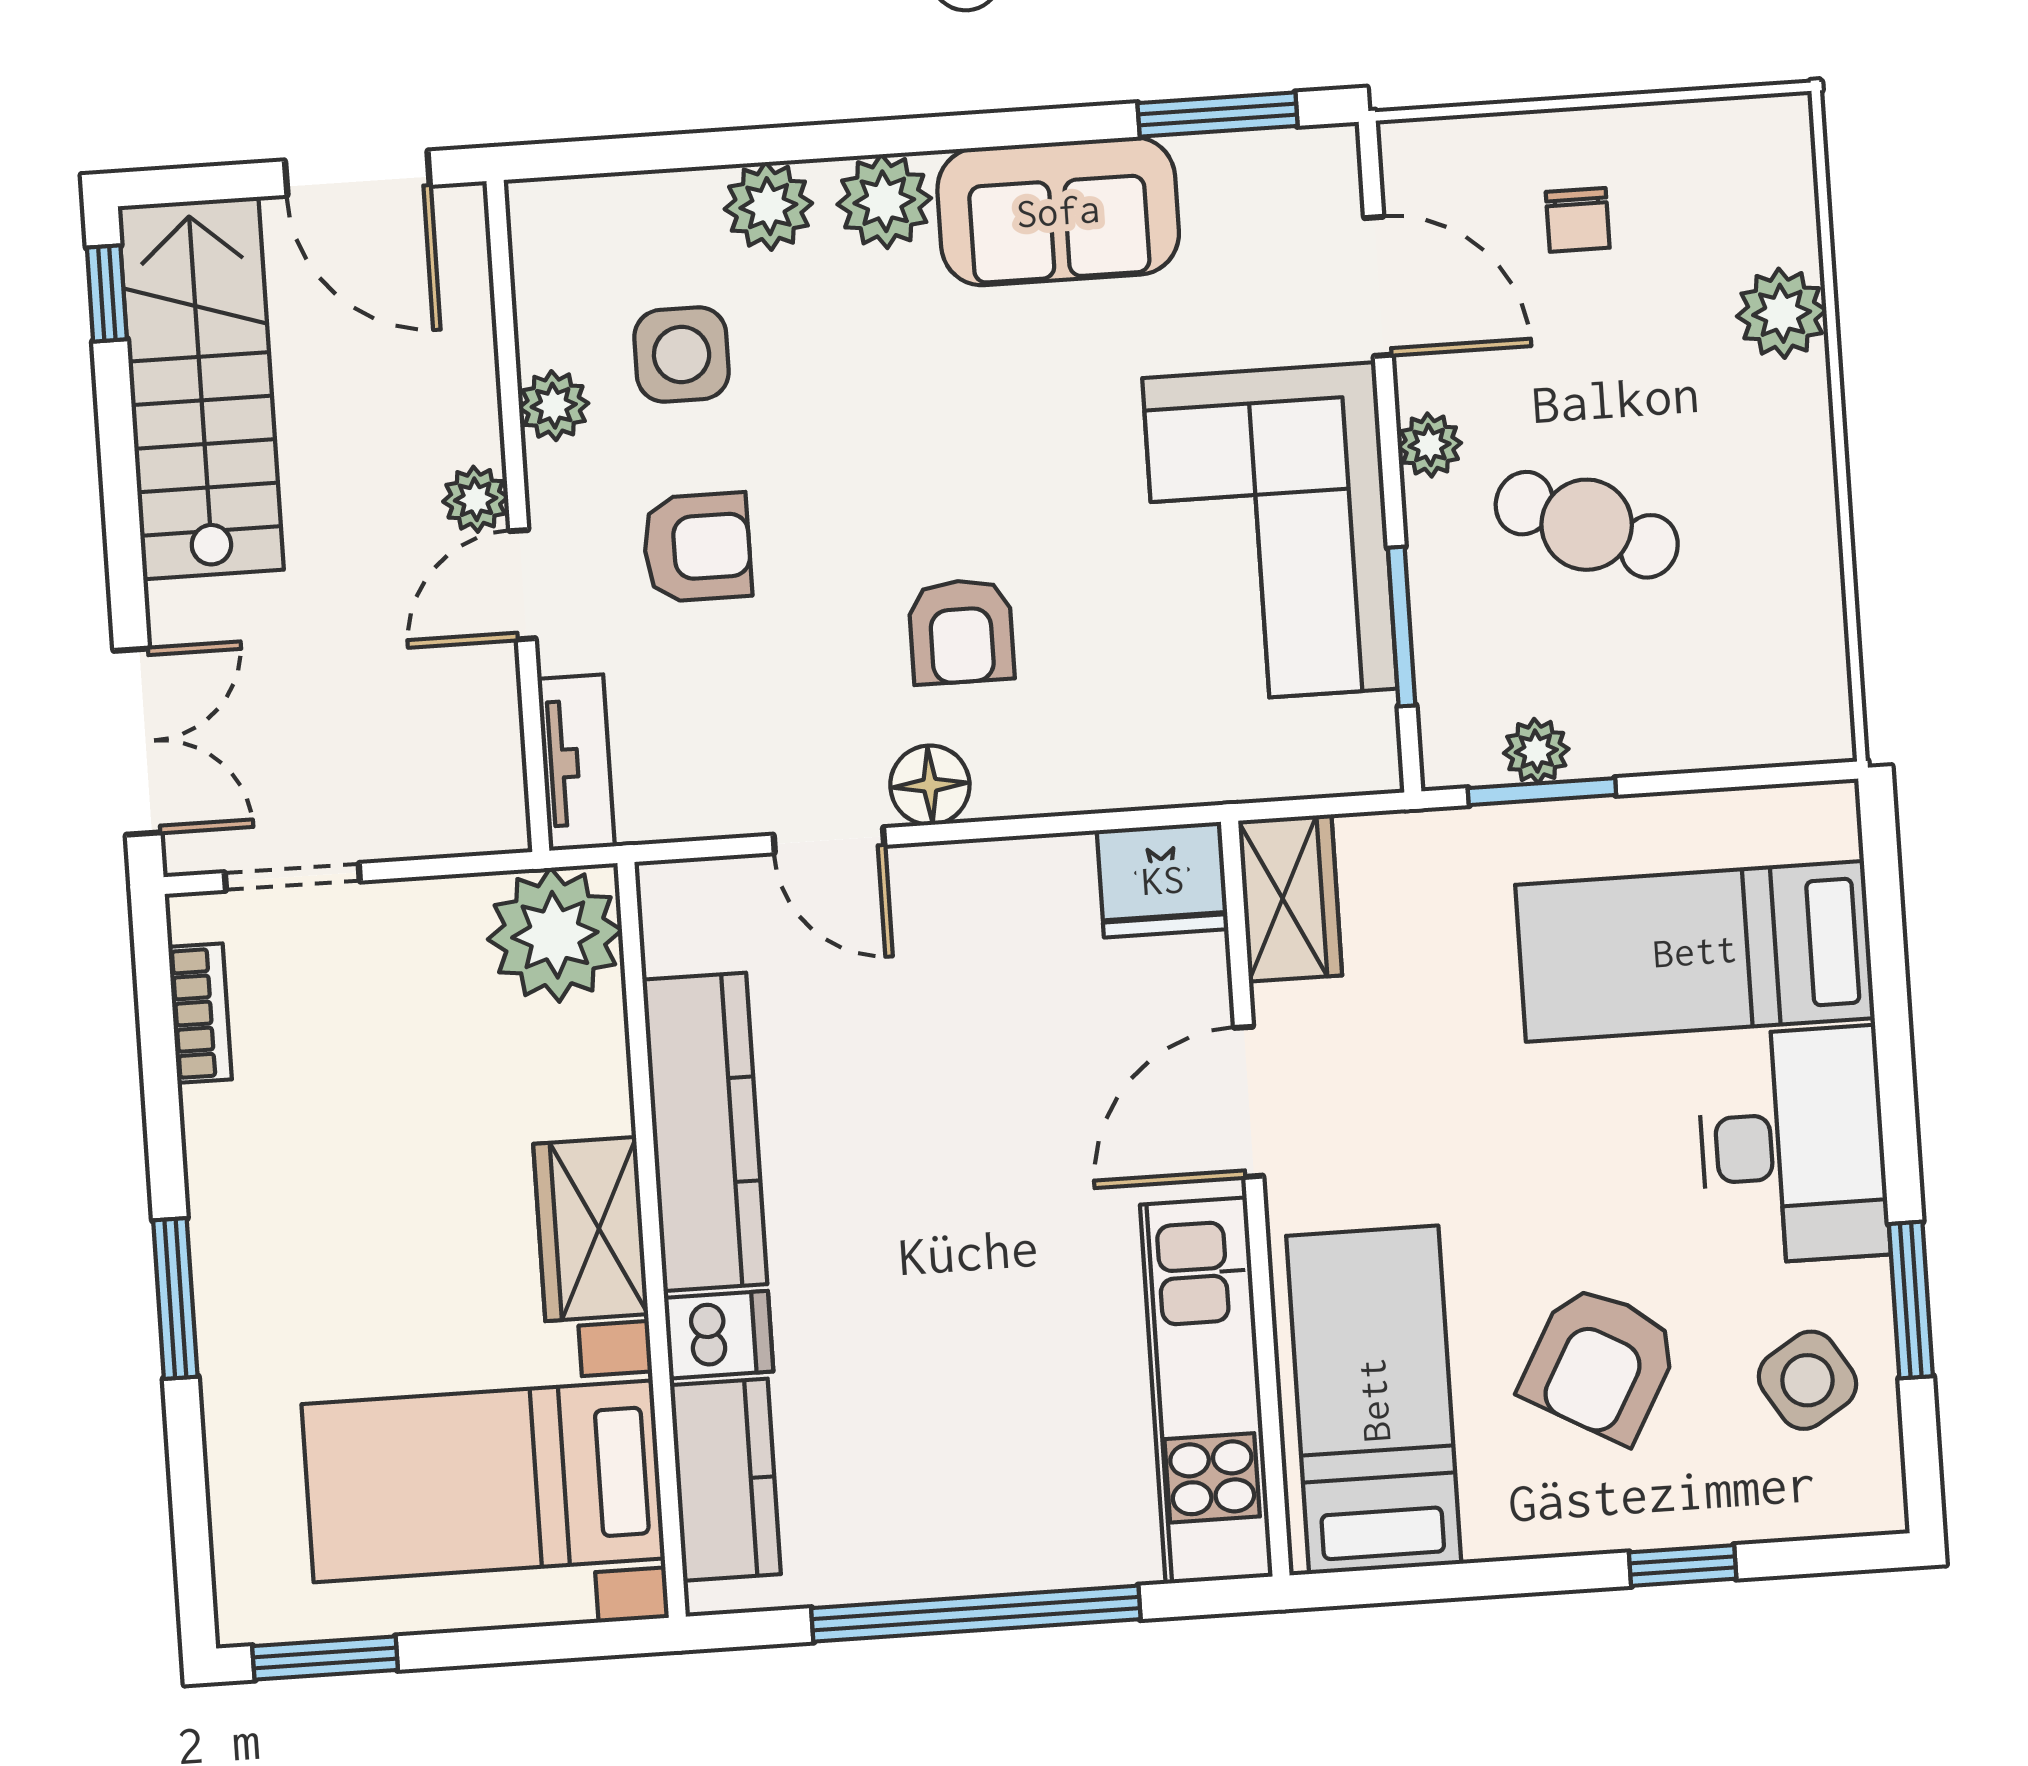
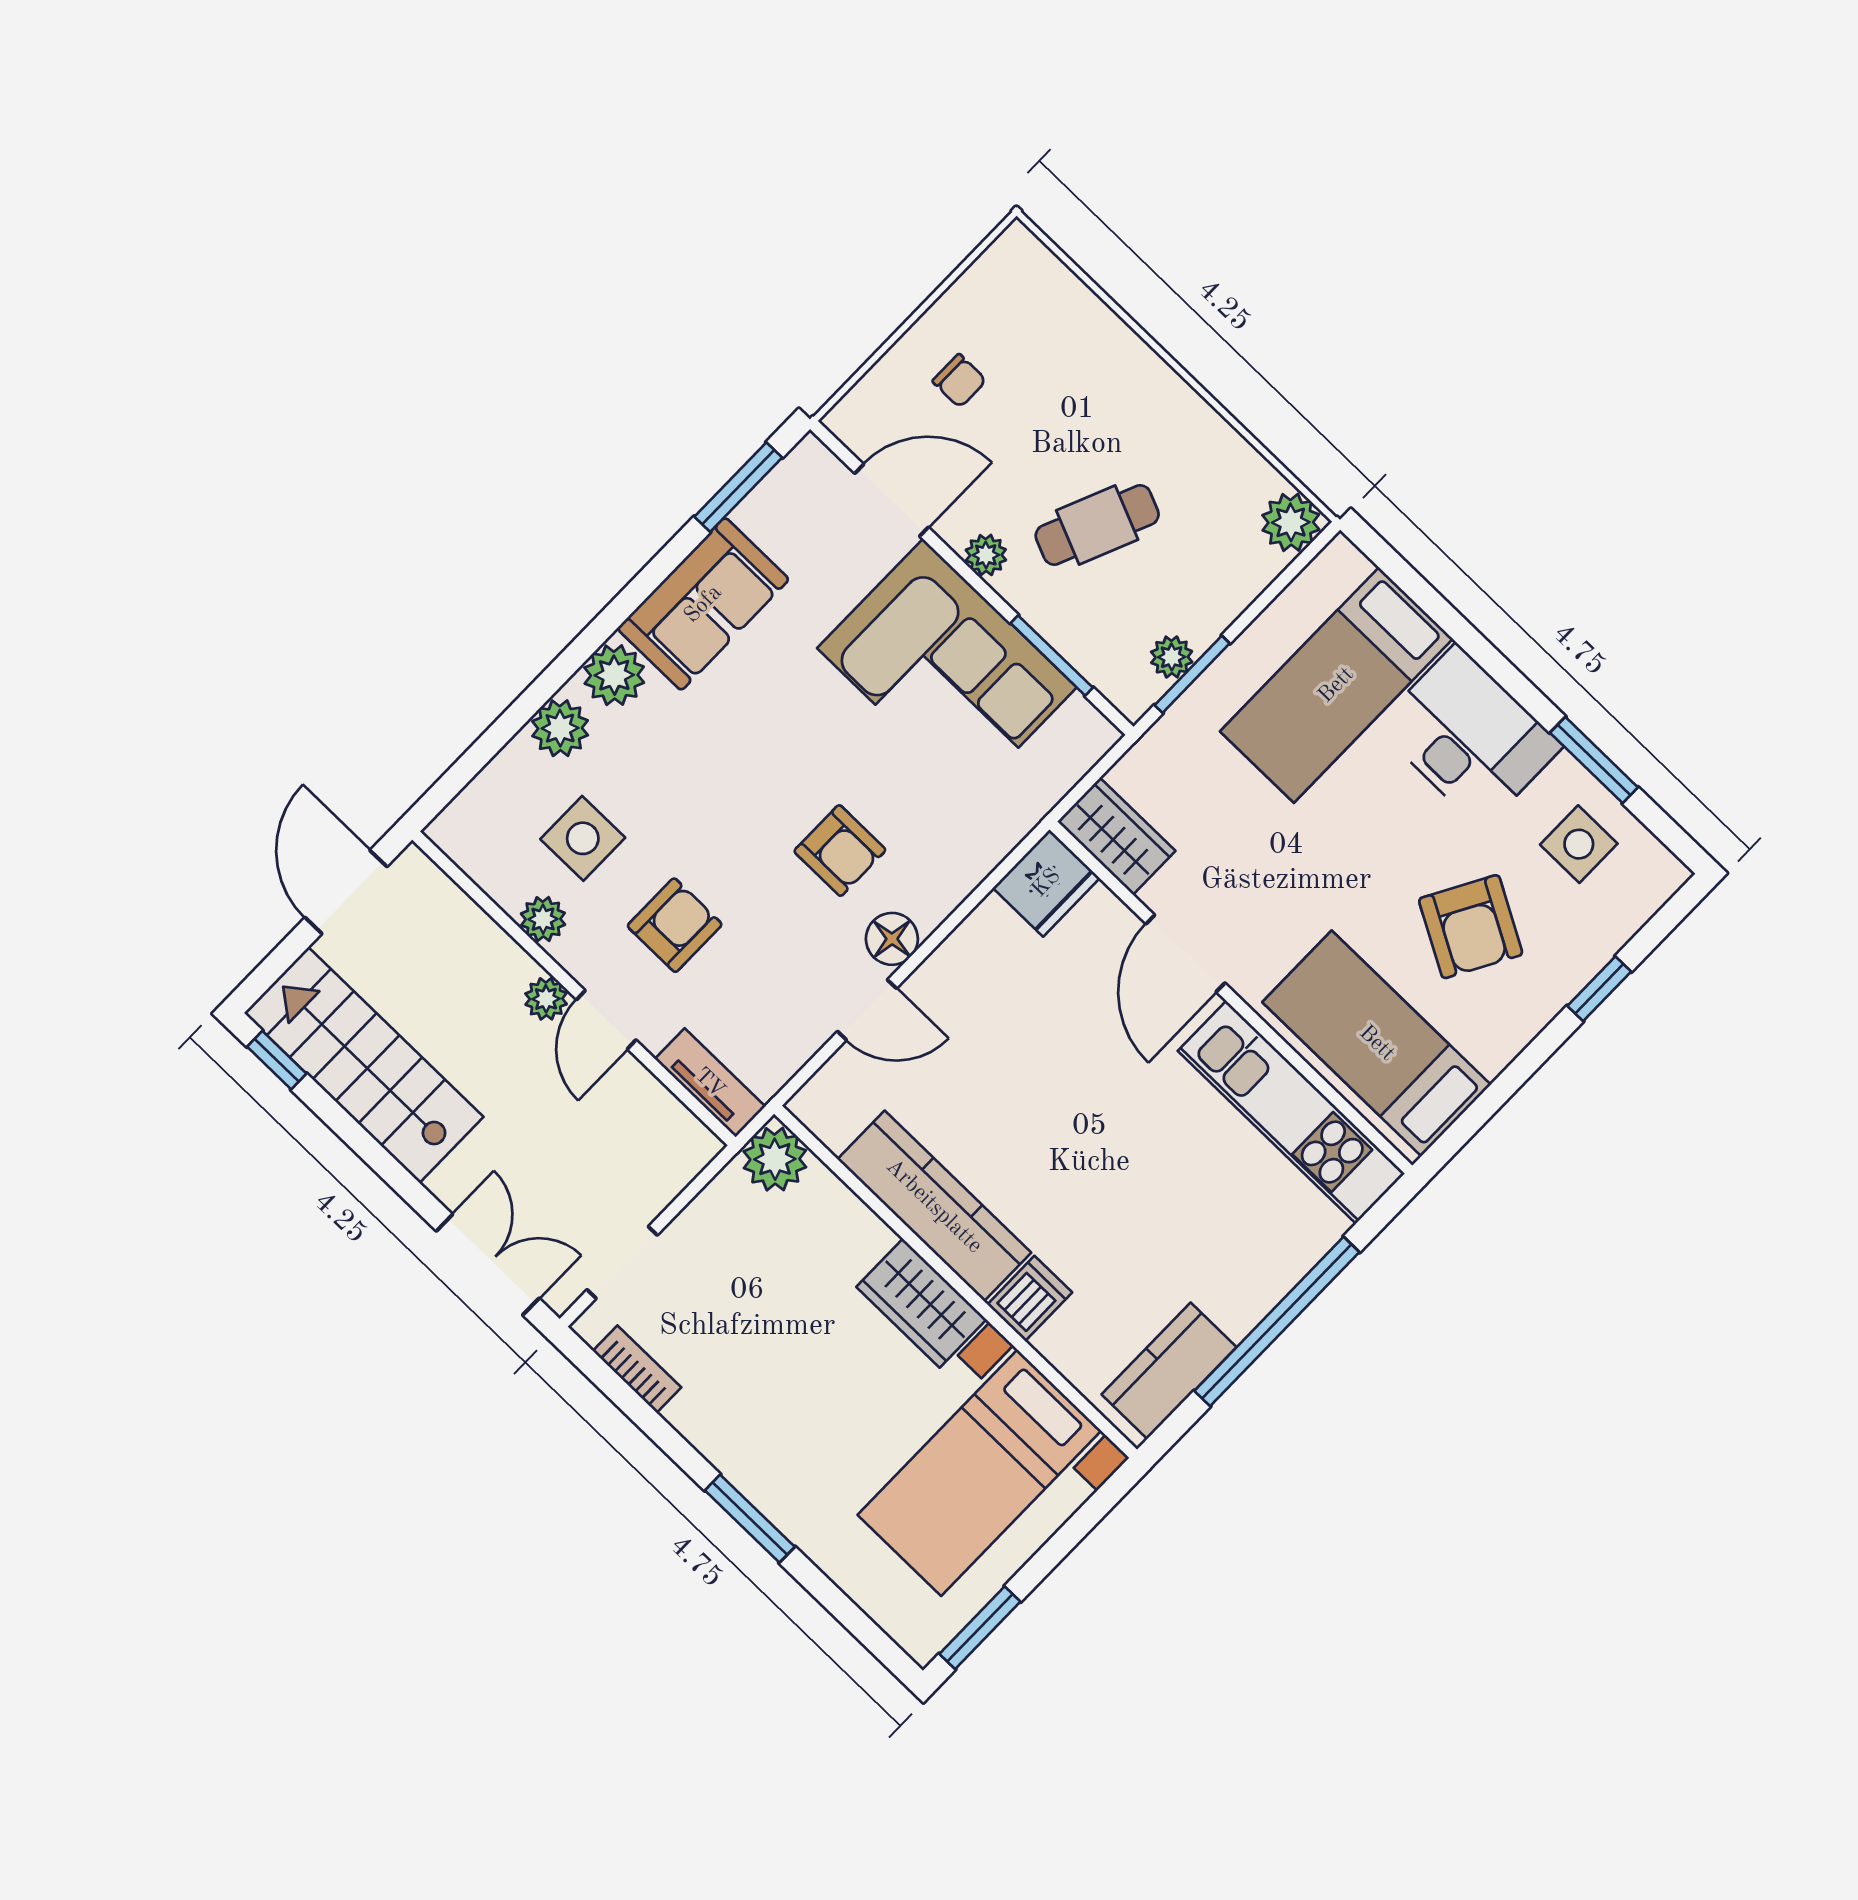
door: (357, 173) -> (346, 892), swing flipped
plant: (1782, 313) -> (1291, 522), moved
plant: (555, 935) -> (775, 1159), width x0.73, depth x0.73
side table: (1807, 1380) -> (1579, 844), turned 32
kitchen counter: (725, 1480) -> (1169, 1371), moved, turned -90

